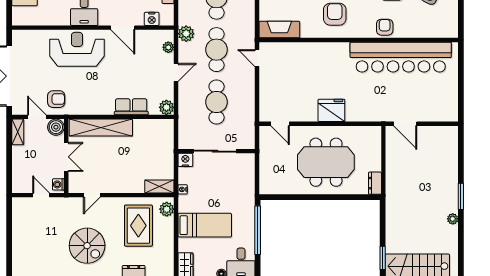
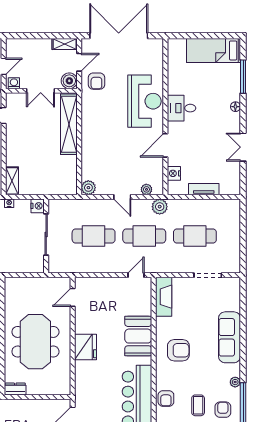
armchair: (385, 27) -> (166, 398), turned 90
booth: (320, 56) -> (138, 336), added
row of seats: (131, 107) -> (89, 154), removed

